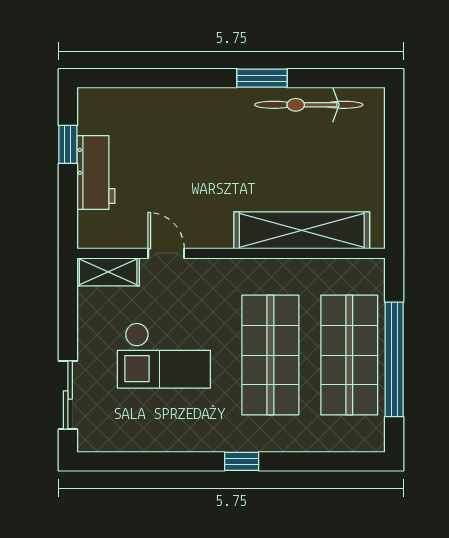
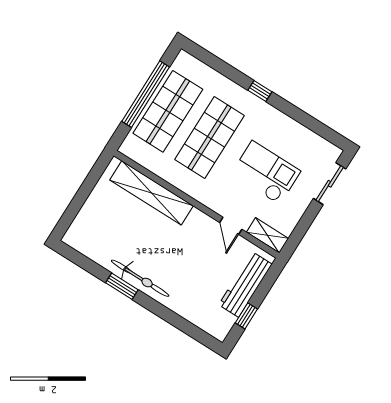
bicycle: (309, 105) -> (140, 278), moved
workbench: (96, 172) -> (245, 284), width x1.38

